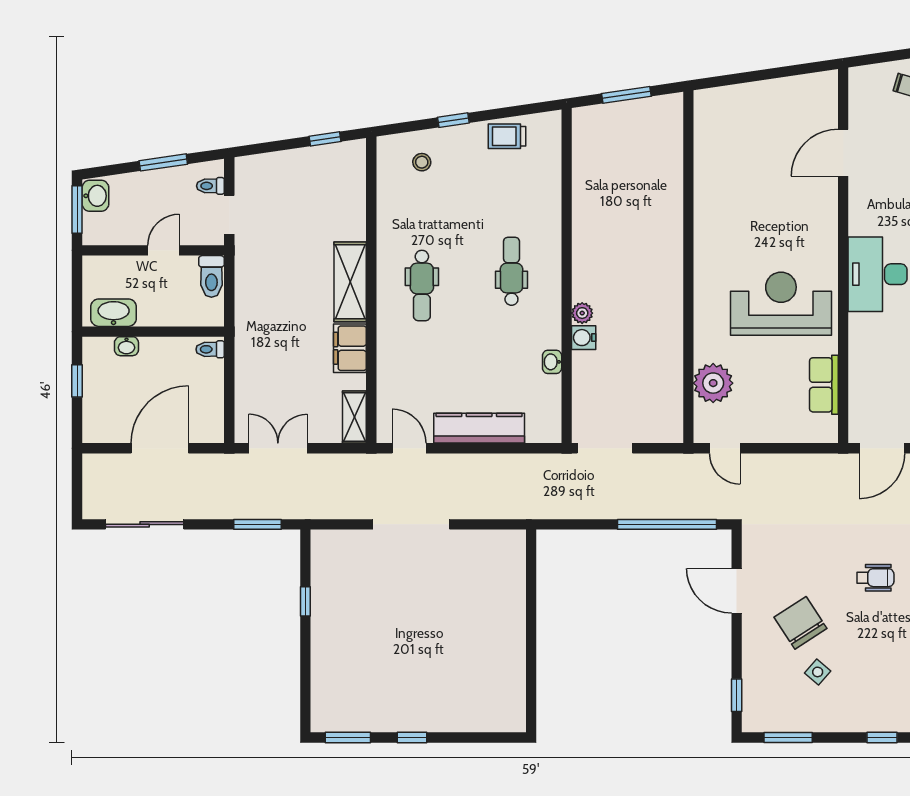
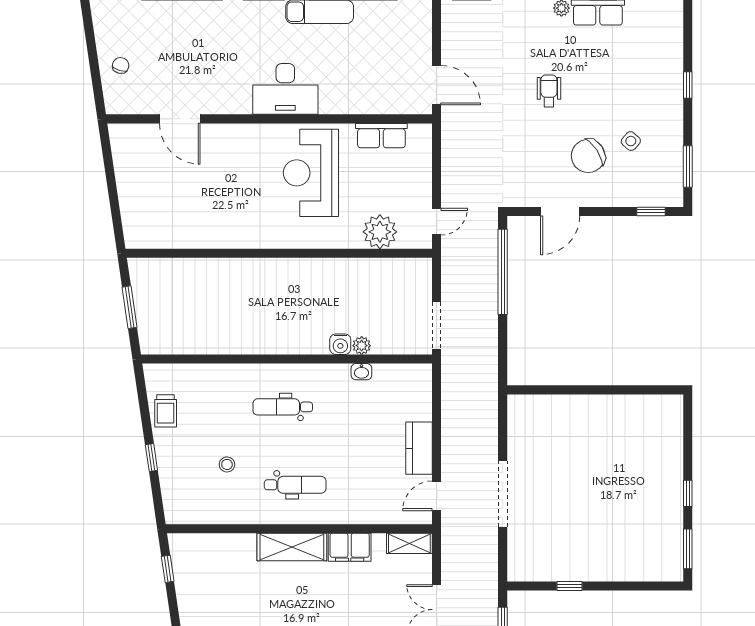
stool: (422, 162) -> (227, 464), moved
plant: (582, 313) -> (362, 346), moved
kitchen counter: (479, 428) -> (419, 448), width x0.67

